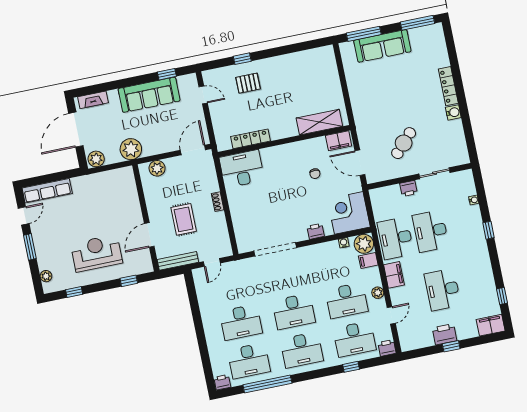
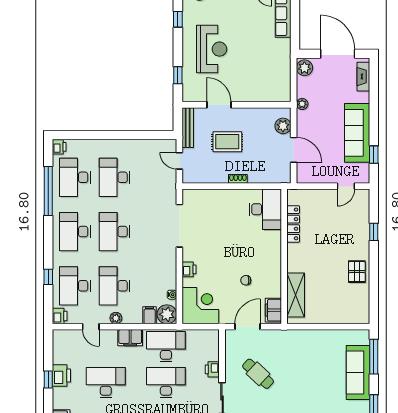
pallet: (248, 83) -> (357, 272), moved
plant: (131, 149) -> (302, 104), width x0.53, depth x0.53
door: (193, 150) -> (294, 150), moved

